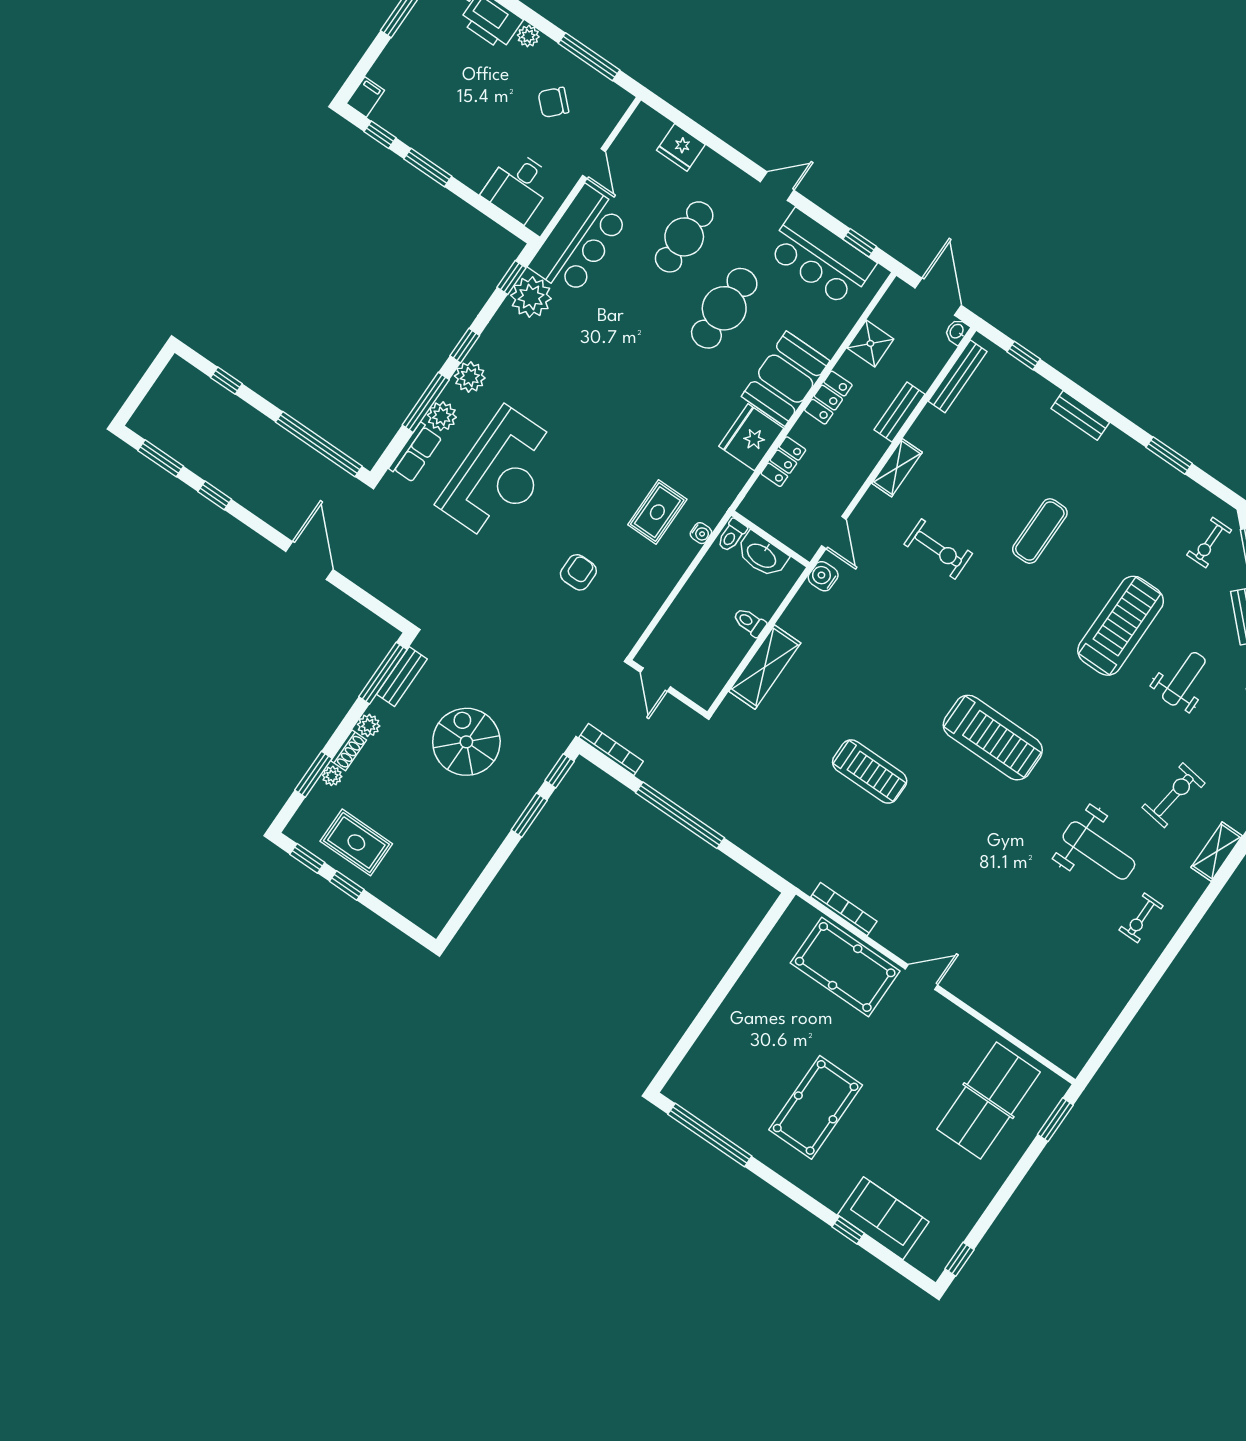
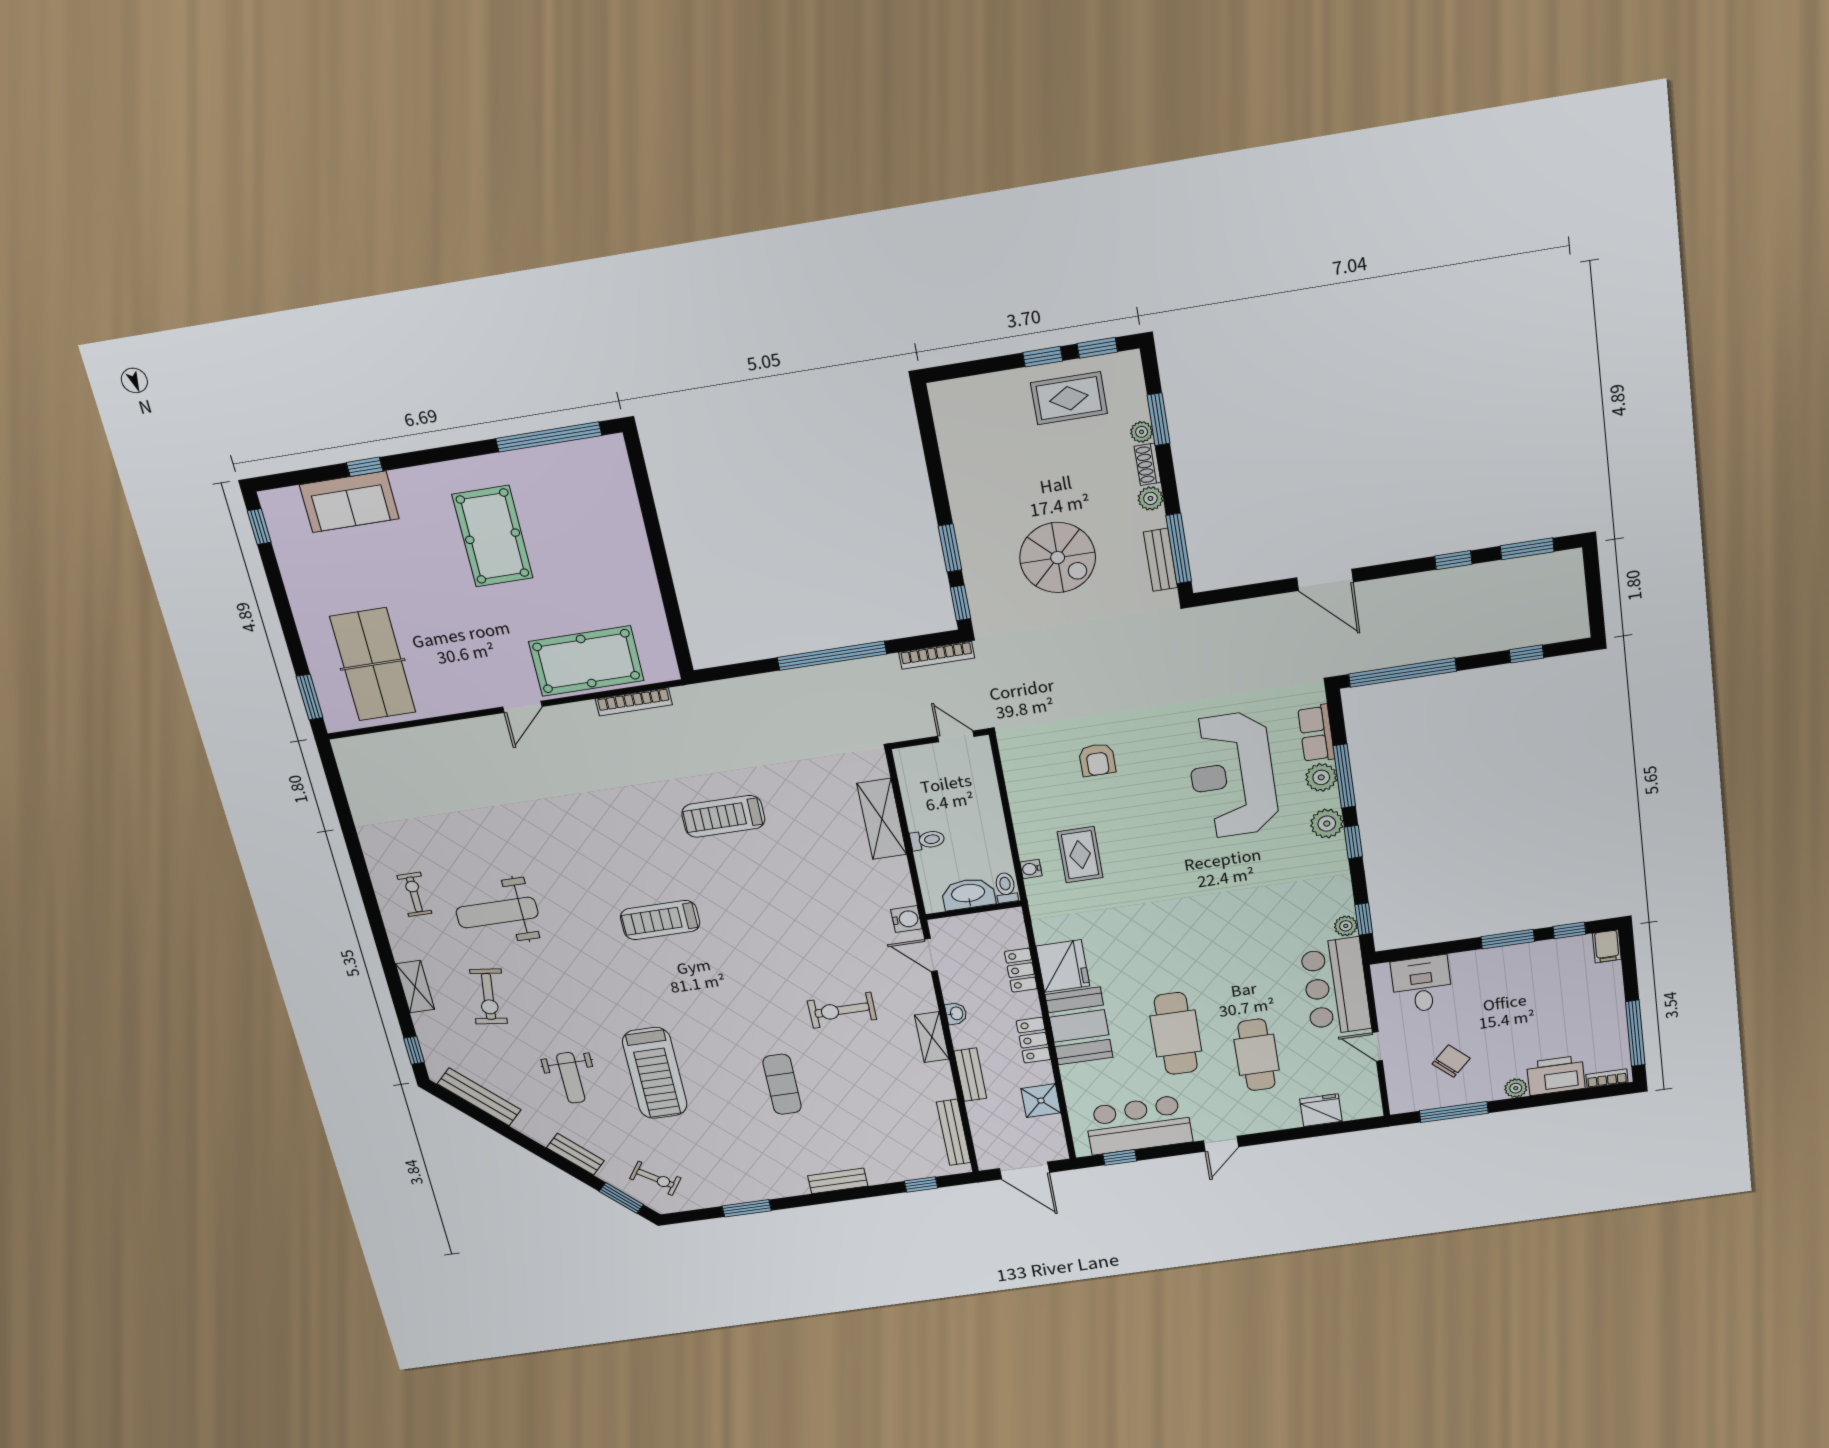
plant: (531, 297) -> (1346, 926), width x0.53, depth x0.53
washbasin: (957, 331) -> (956, 1013), moved
exercise bike: (1209, 542) -> (655, 1178), turned 125
treadmill: (993, 738) -> (660, 920), width x0.73, depth x0.73

